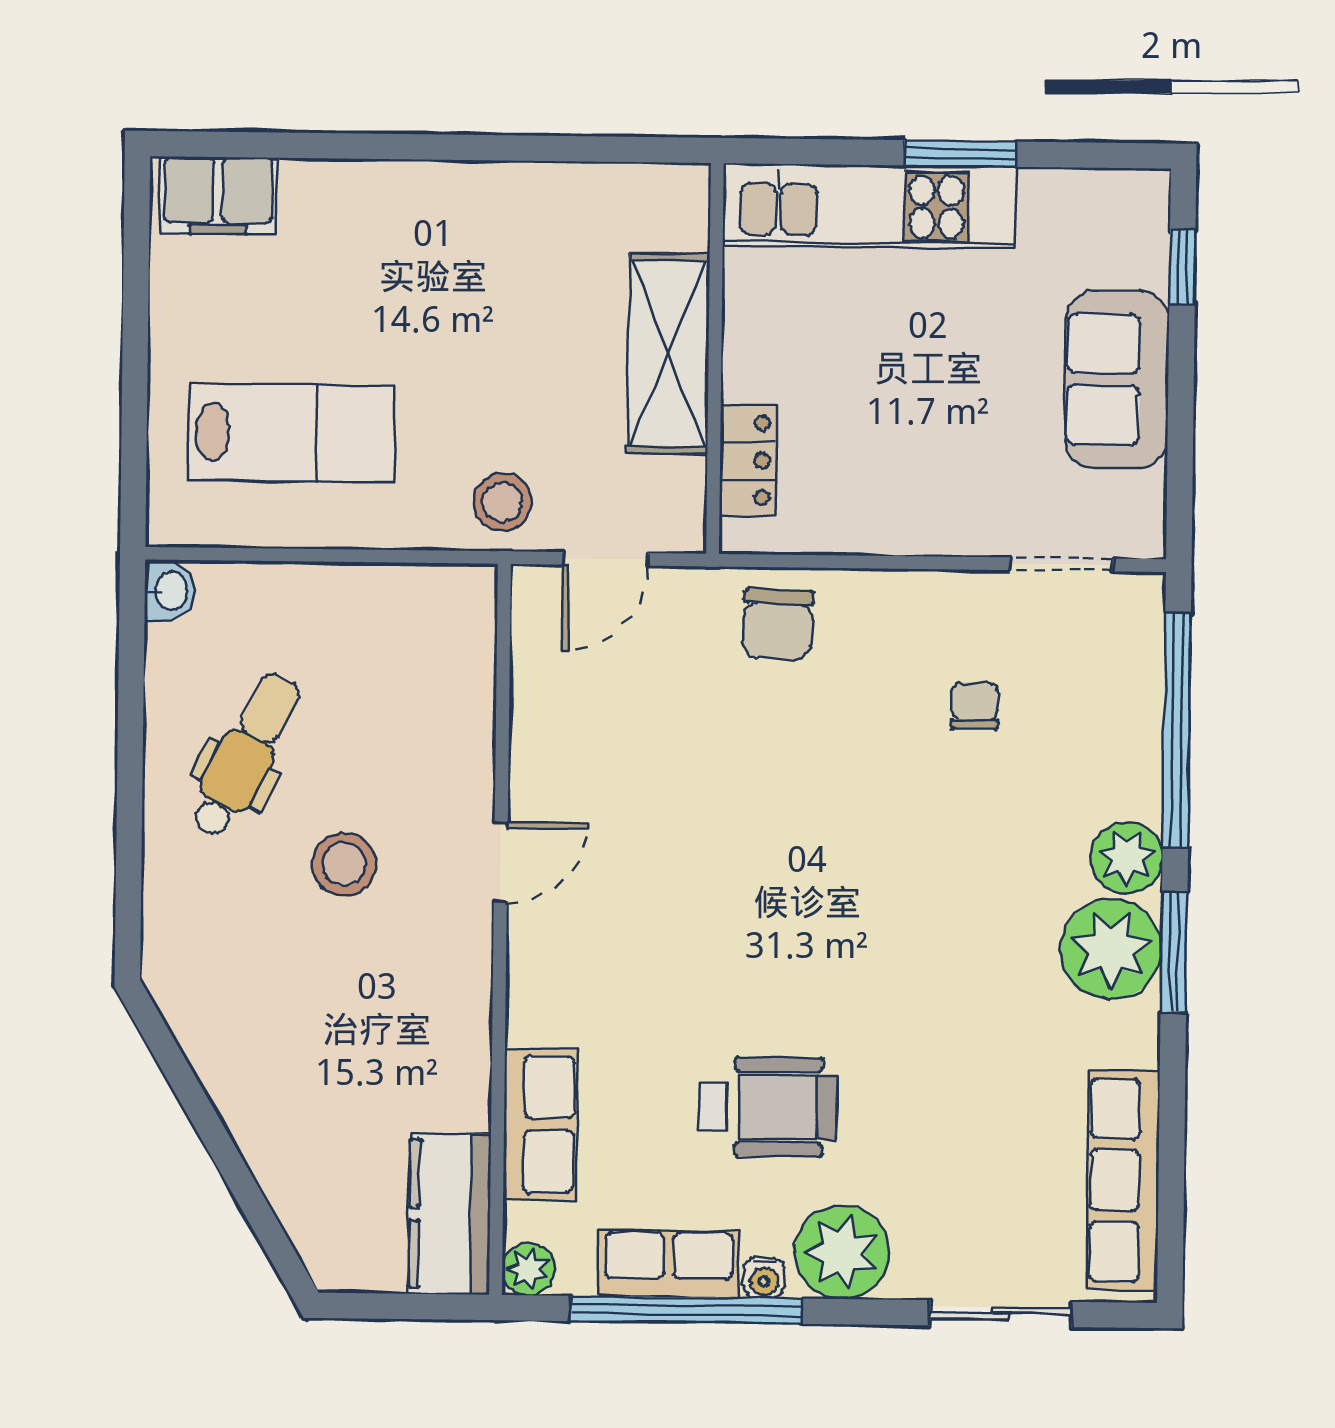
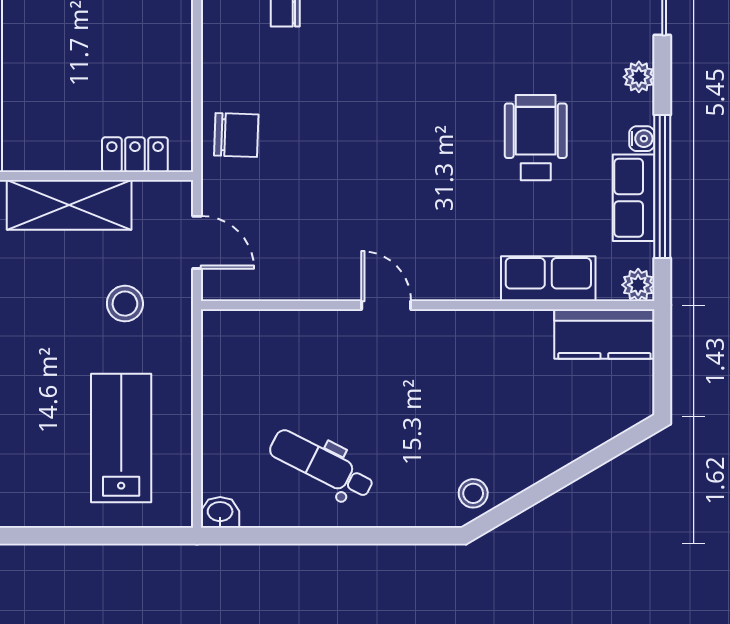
stool: (502, 502) -> (125, 304), moved
stool: (344, 864) -> (473, 493), moved, width x0.73, depth x0.73
plant: (842, 1252) -> (639, 77), width x0.53, depth x0.53

